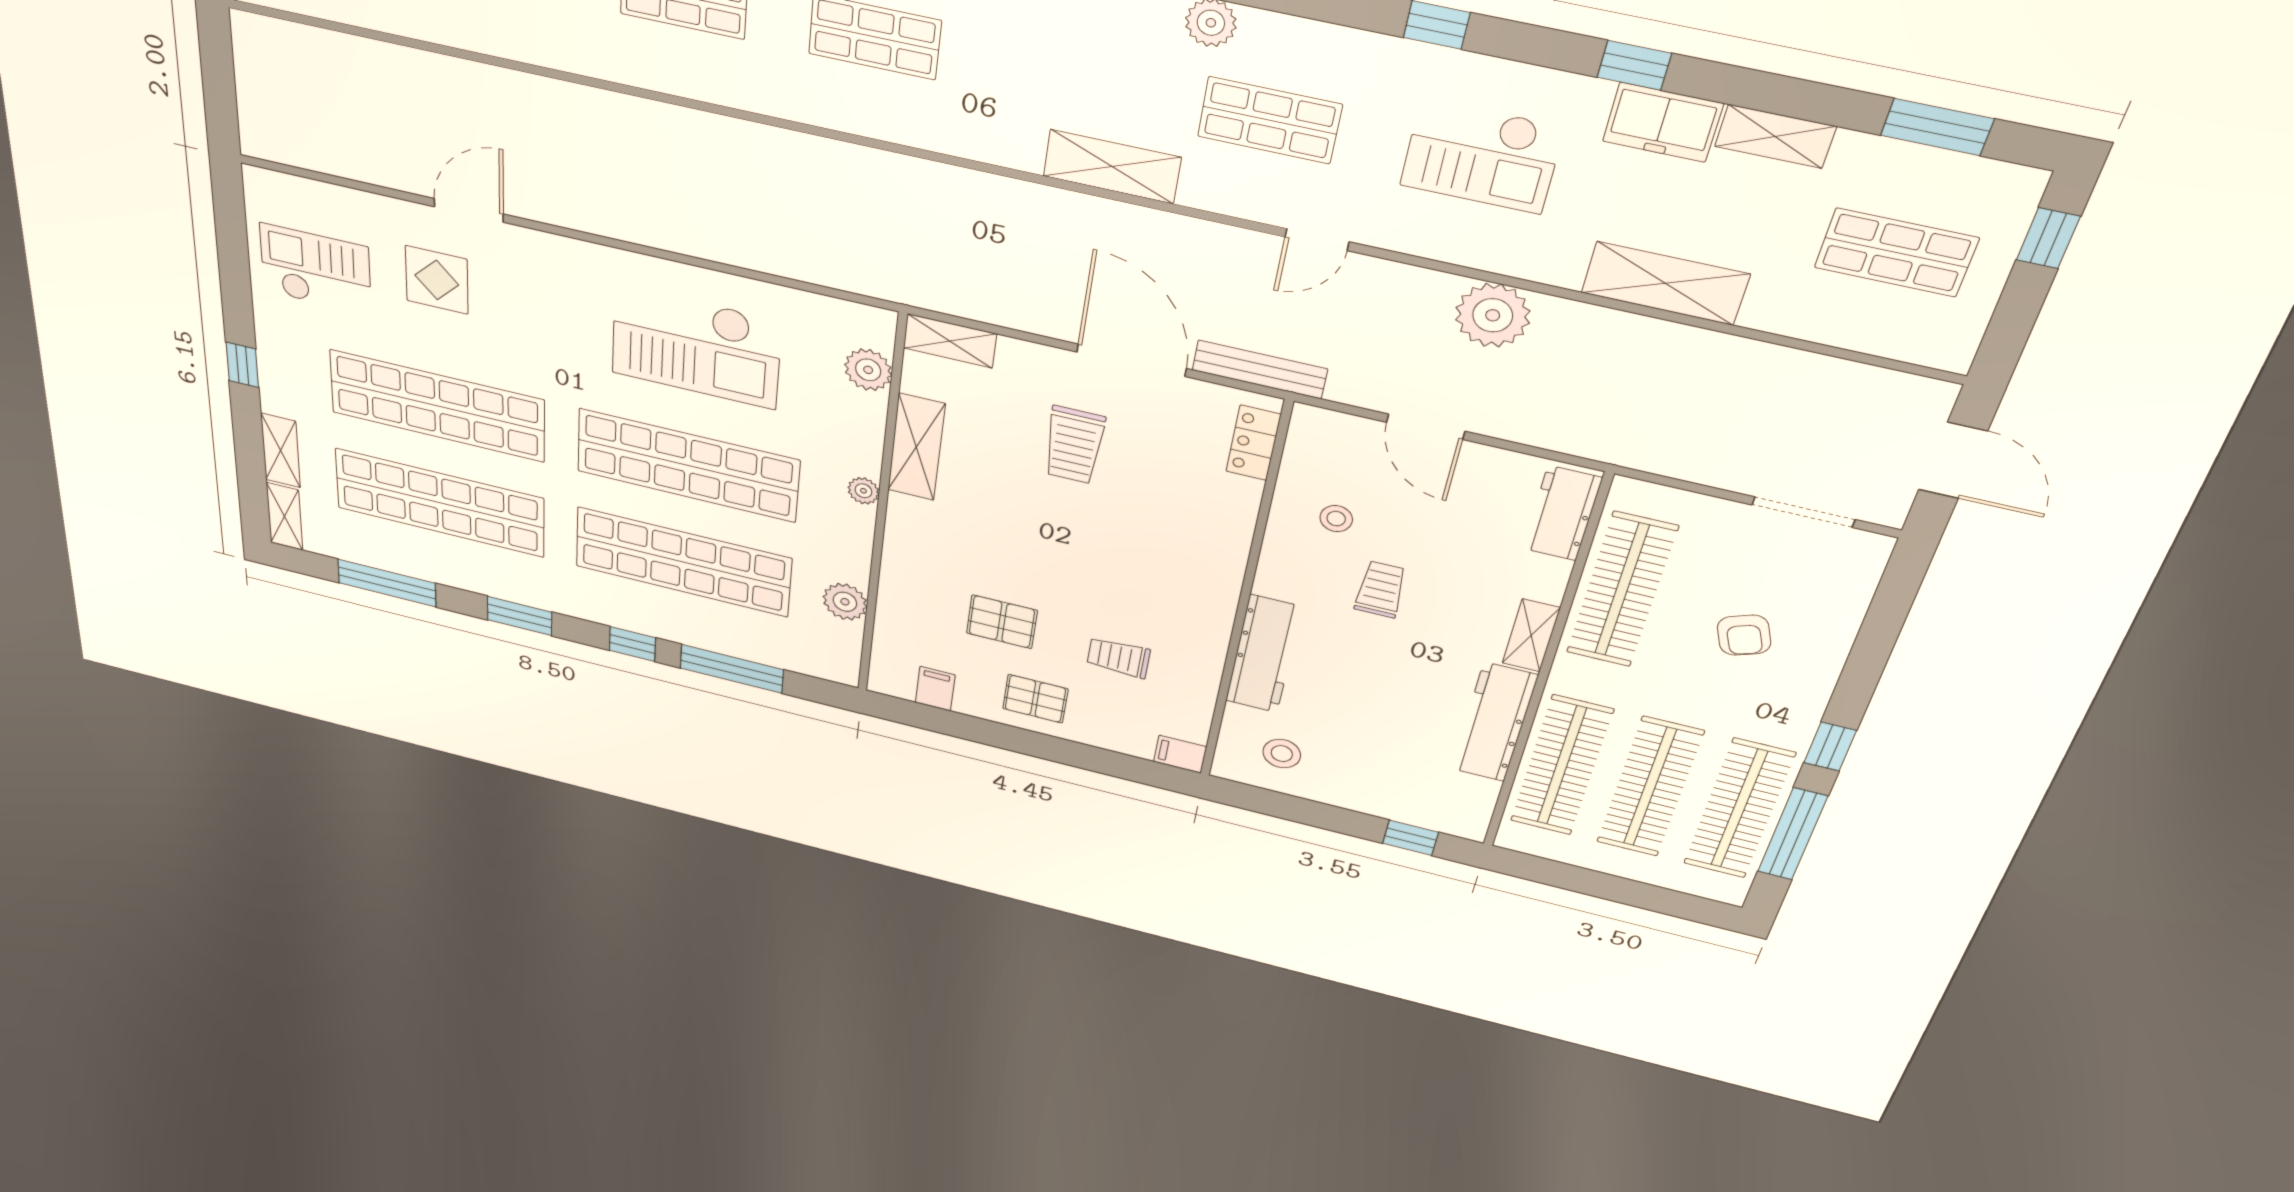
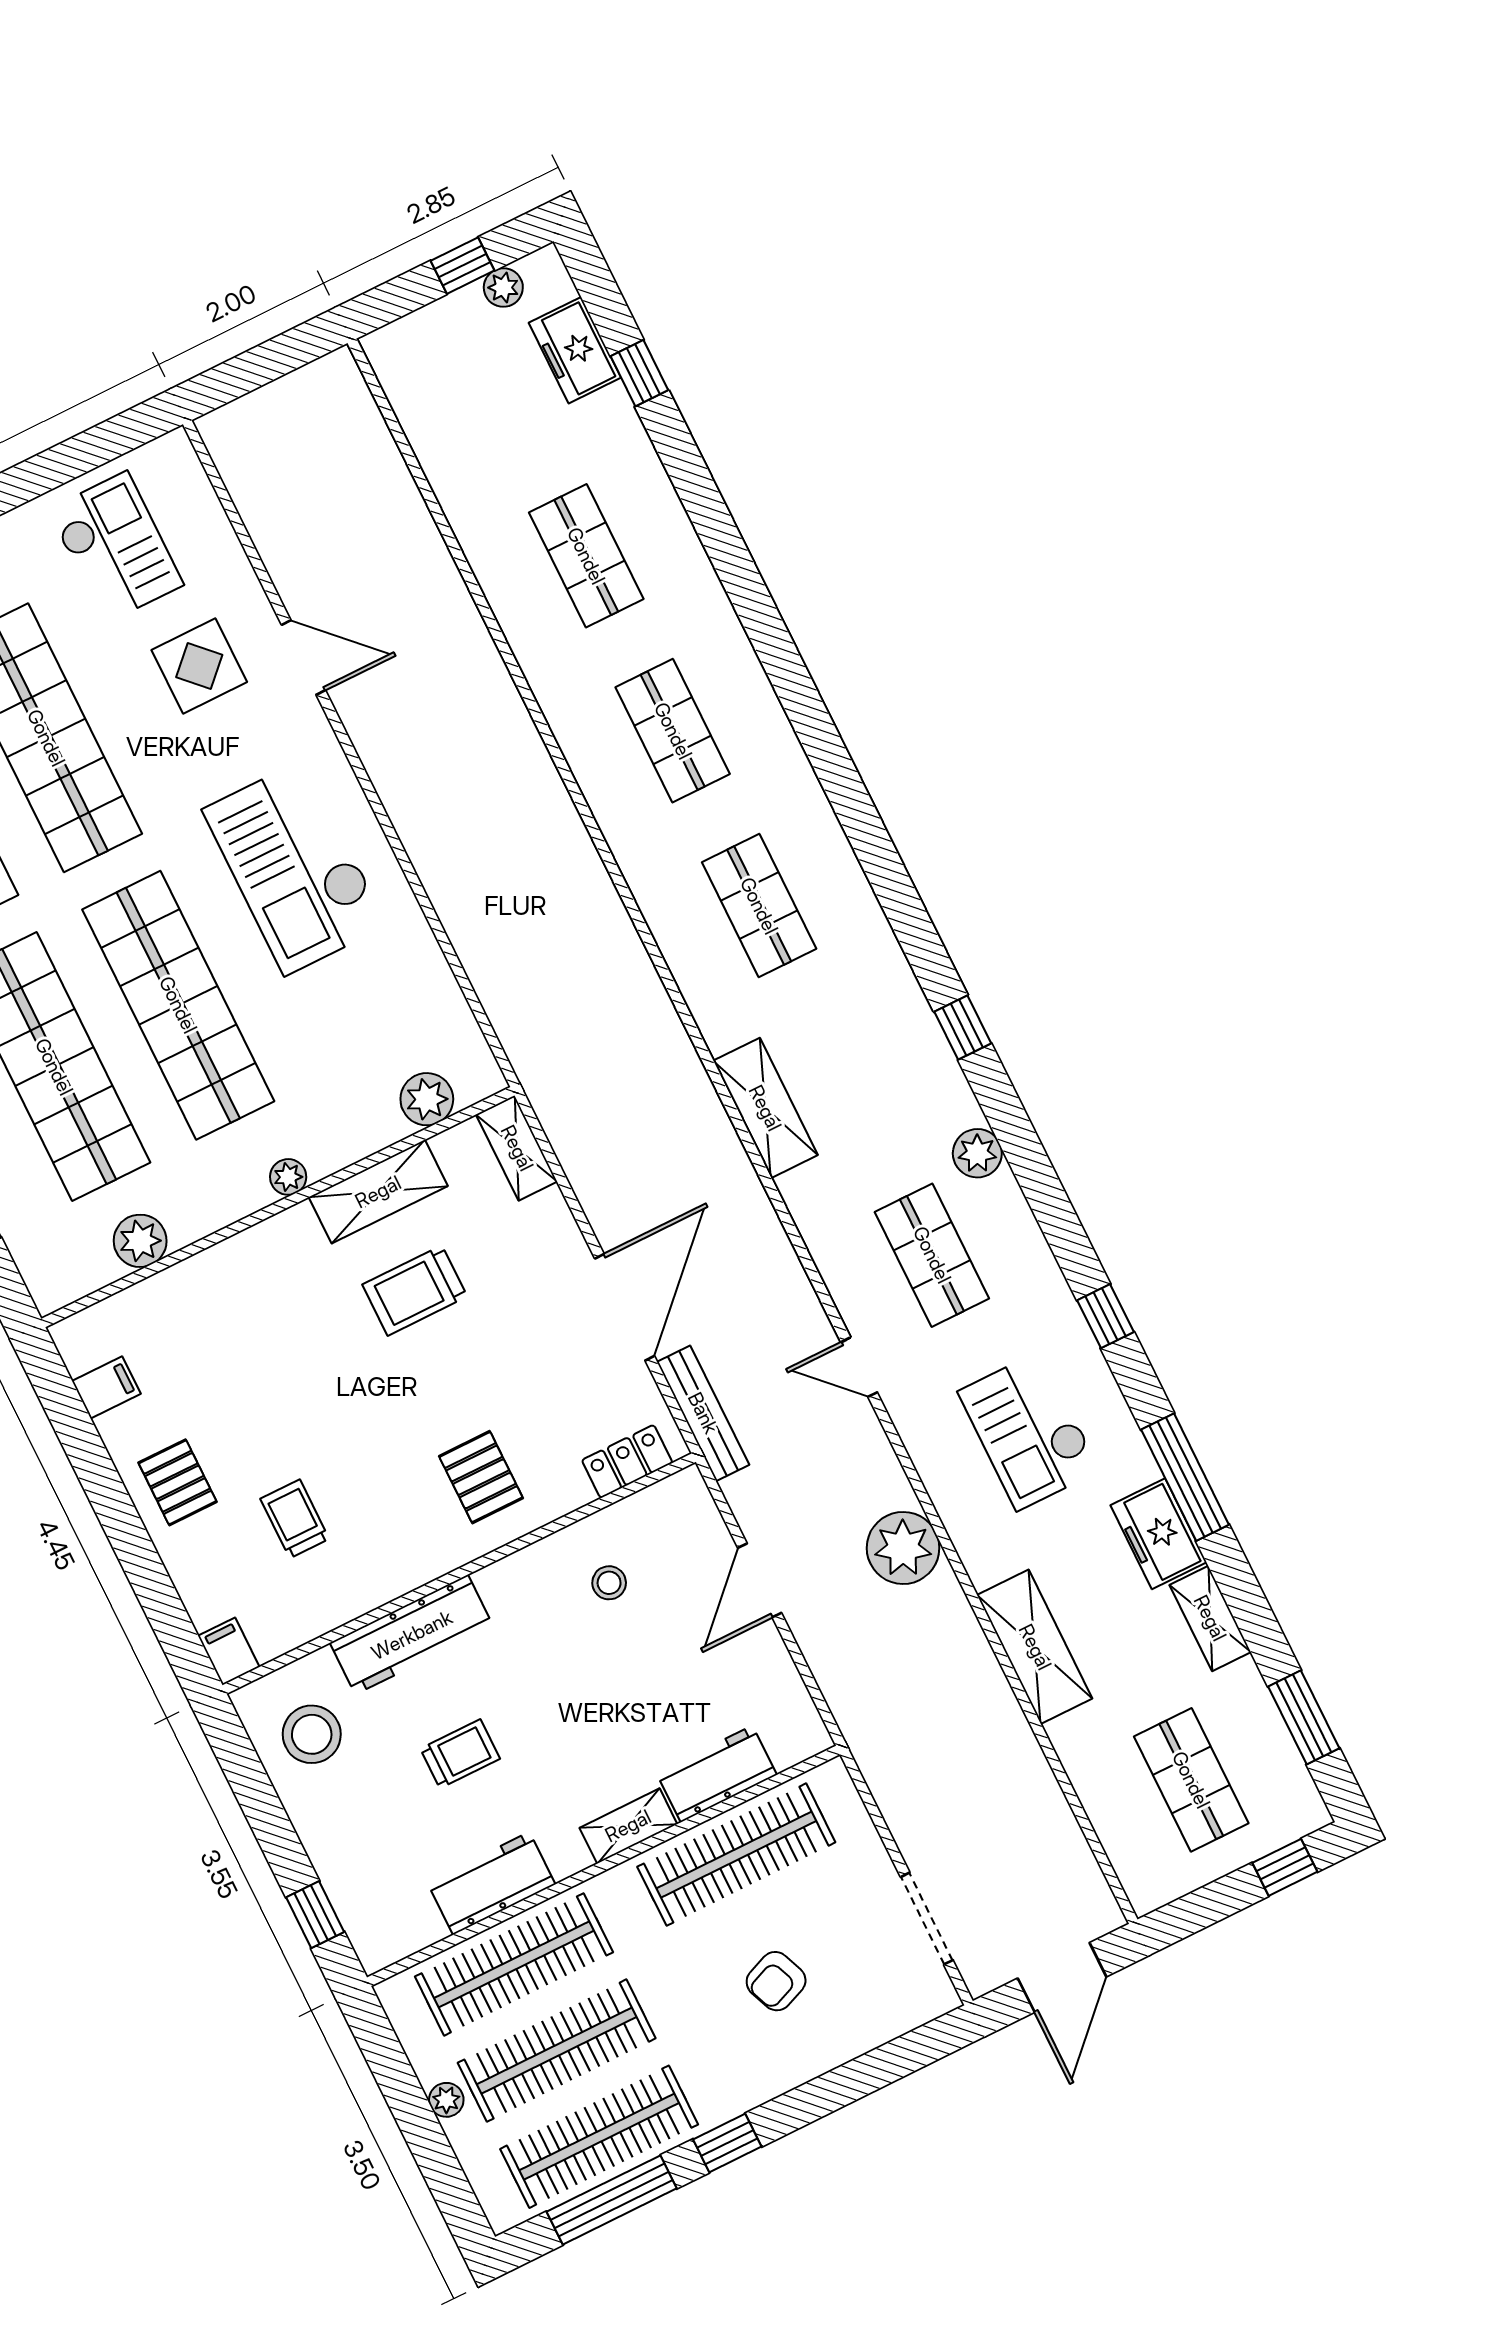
window: (1634, 65) -> (1185, 1477), width x2.17
shelving: (1112, 167) -> (765, 1108), moved
checkout: (696, 347) -> (295, 867), moved
trolley: (1074, 445) -> (415, 1291), moved
workbench: (1562, 513) -> (717, 1774), moved
trolley: (1381, 589) -> (460, 1754), moved
pallet: (1002, 622) -> (481, 1477), moved
workbench: (1494, 722) -> (491, 1883), width x0.73
stool: (1282, 754) -> (312, 1734), width x1.38, depth x1.38
plant: (1616, 865) -> (446, 2100), added

